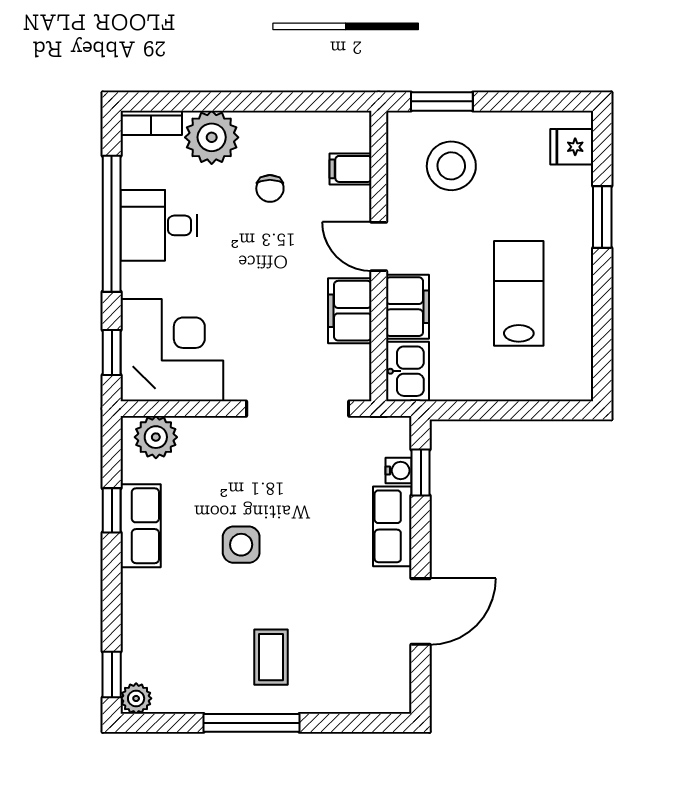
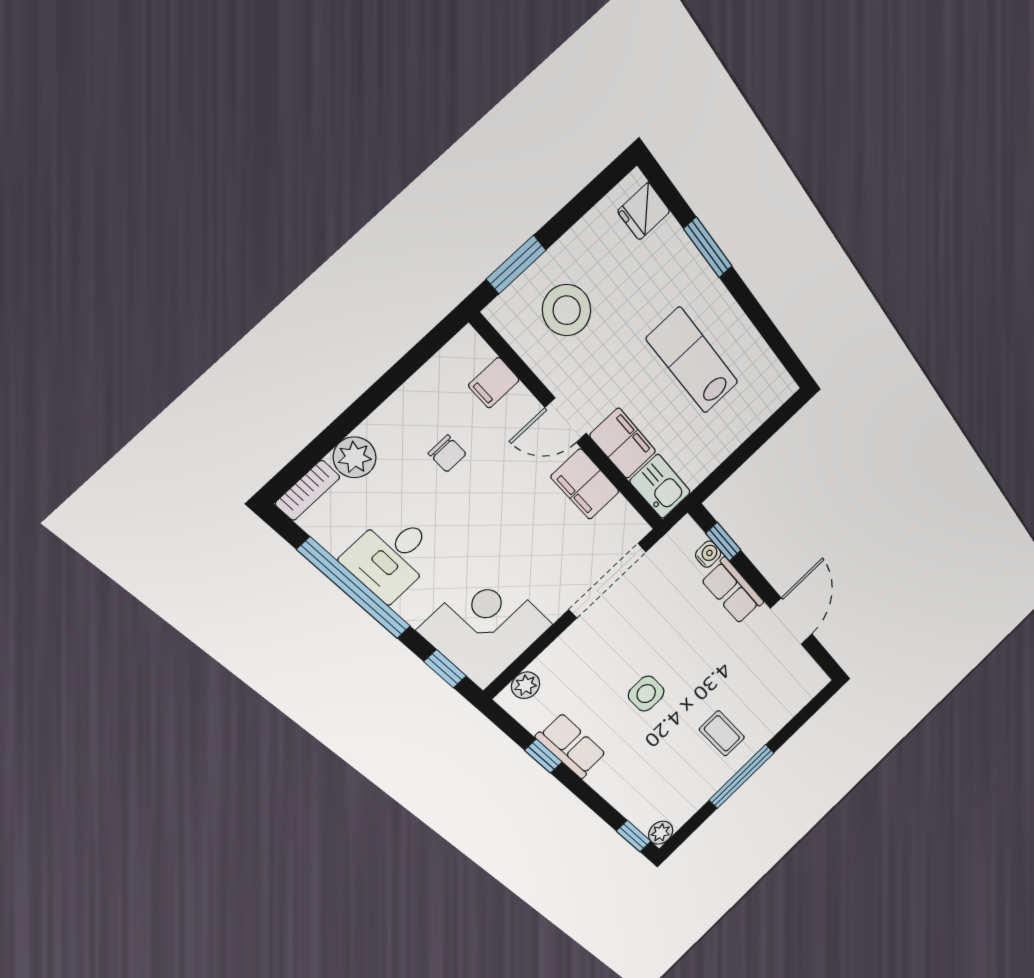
plant: (212, 137) -> (355, 457), width x0.73, depth x0.73
plant: (156, 437) -> (526, 685), width x0.73, depth x0.73

